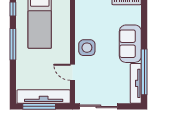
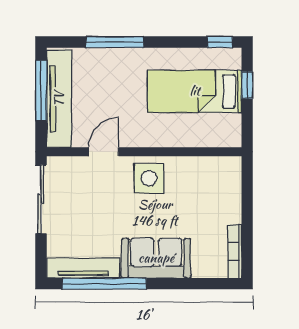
window: (13, 44) -> (115, 42), moved

